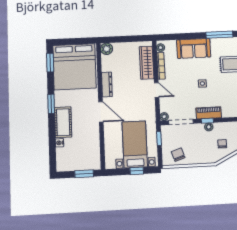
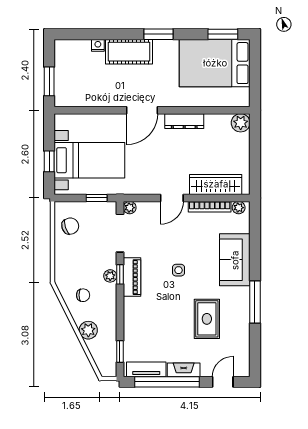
bed: (74, 67) -> (215, 63), width x0.73

